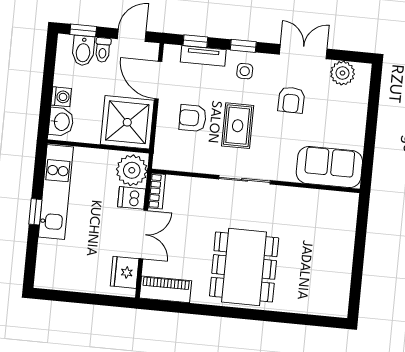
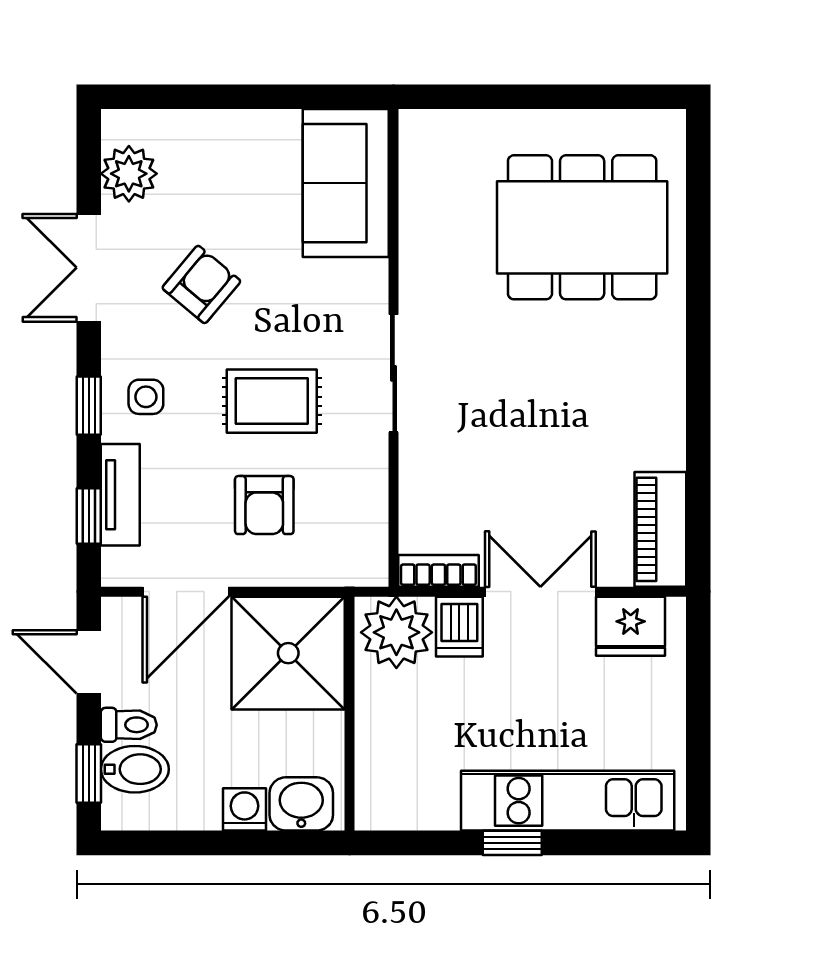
armchair: (291, 100) -> (201, 284), turned -51
kitchen unit: (56, 192) -> (568, 801), moved
dining table: (244, 267) -> (582, 227), moved

